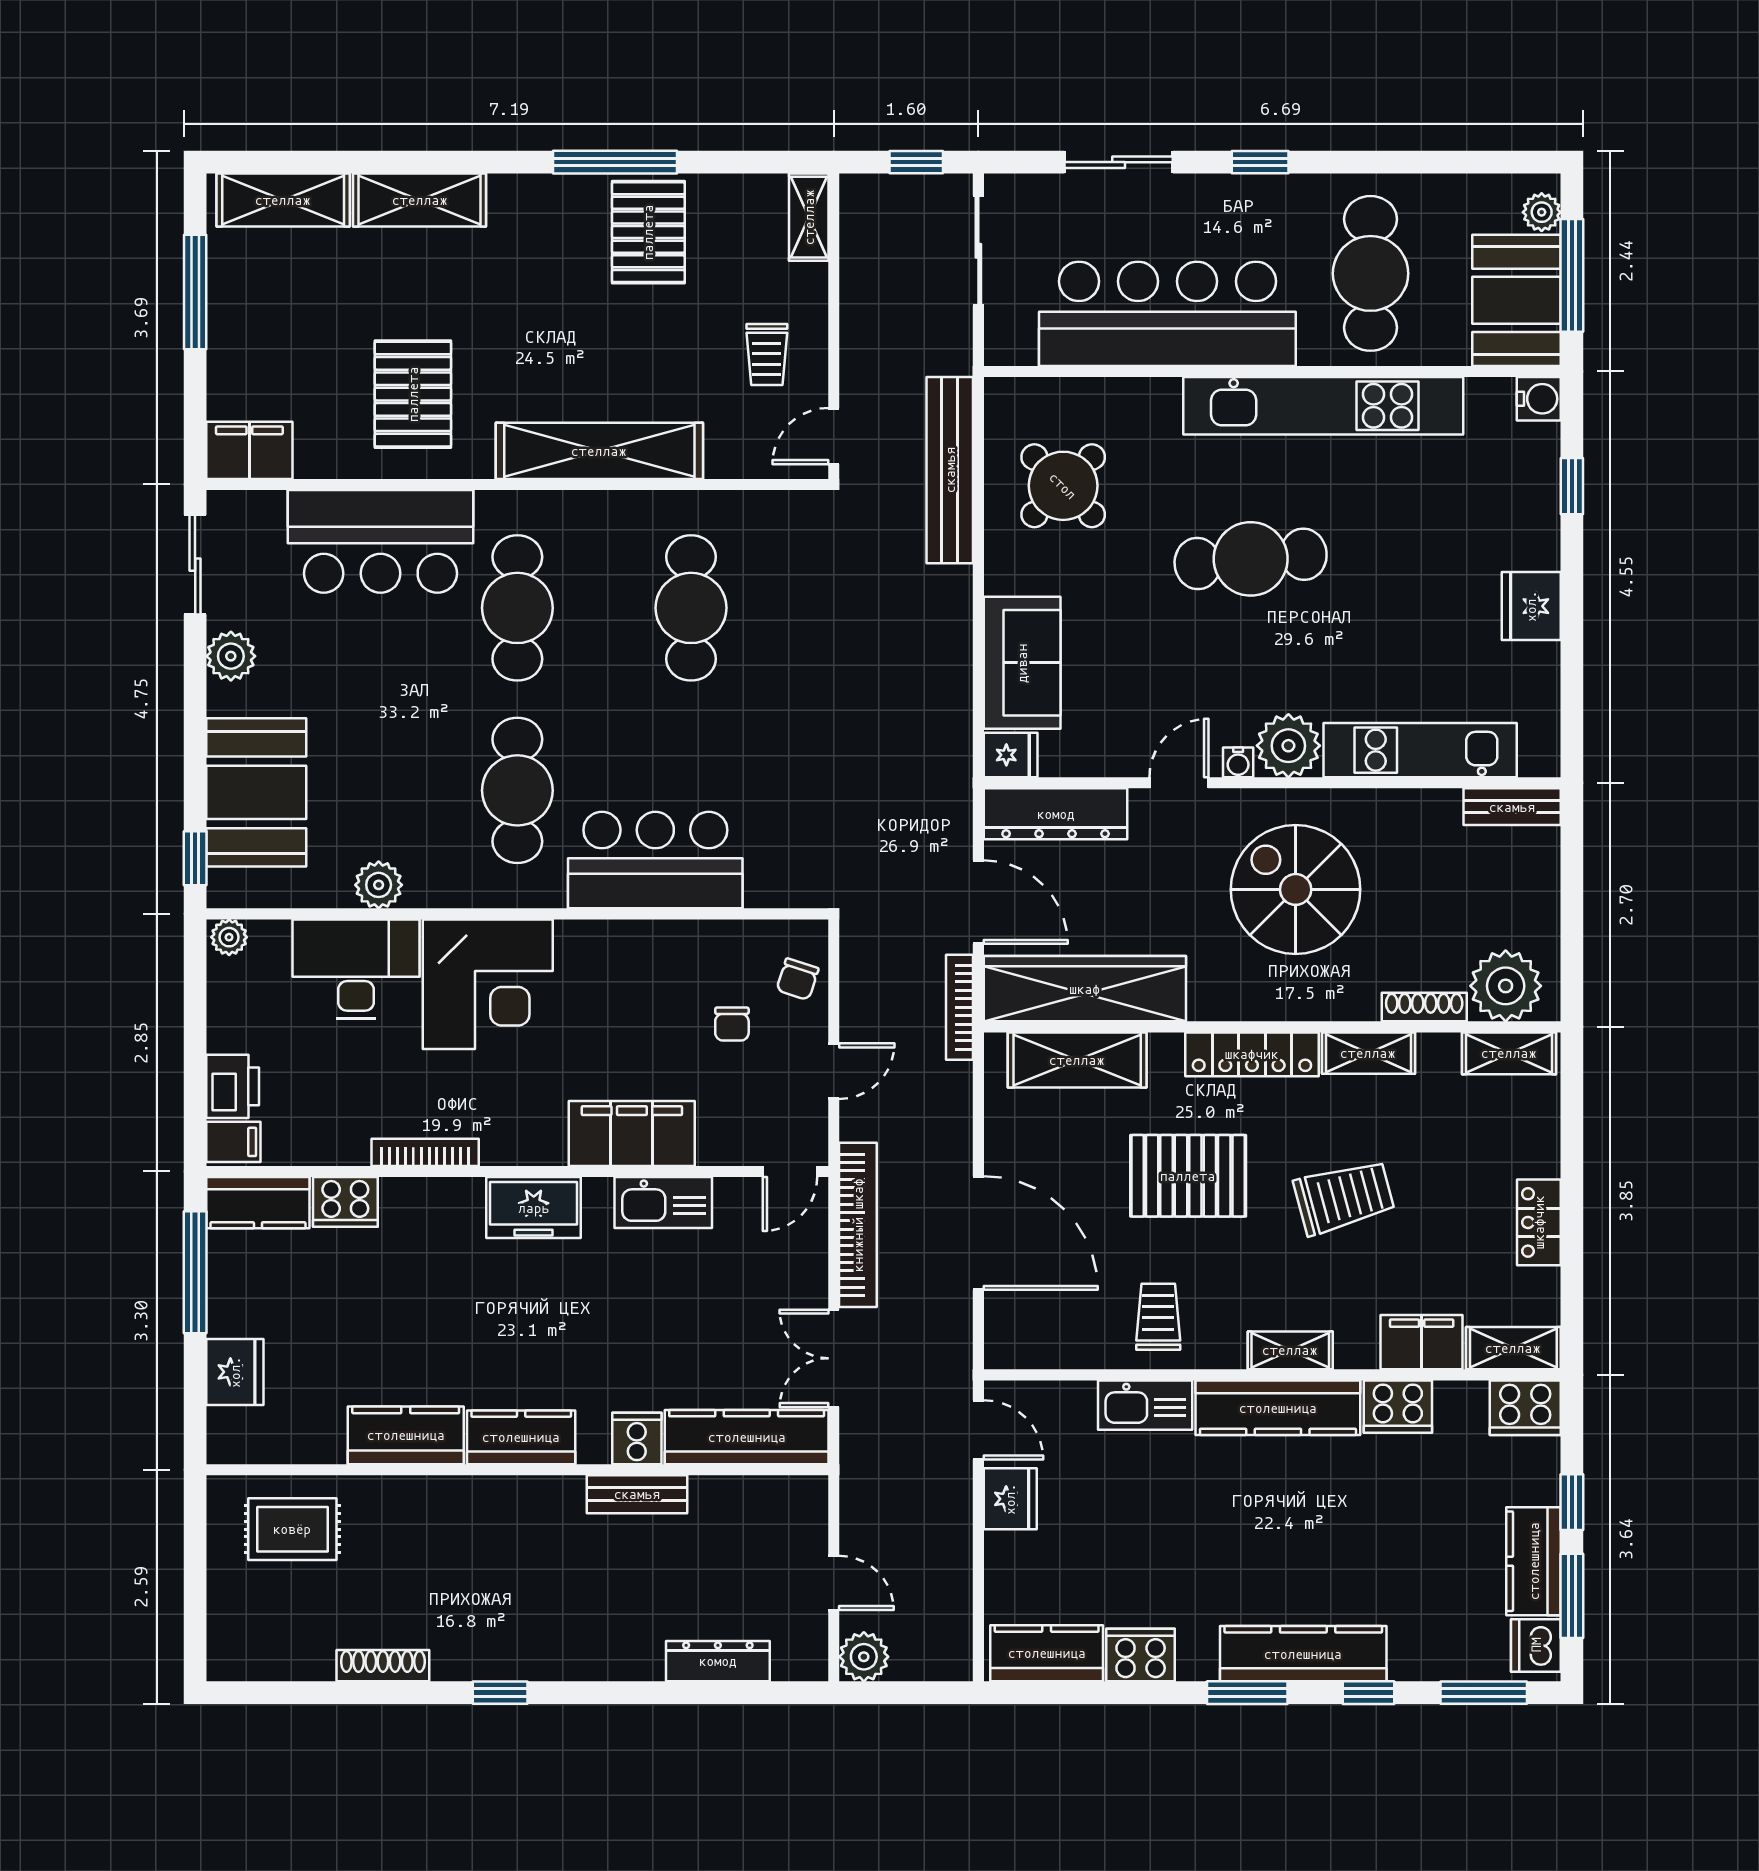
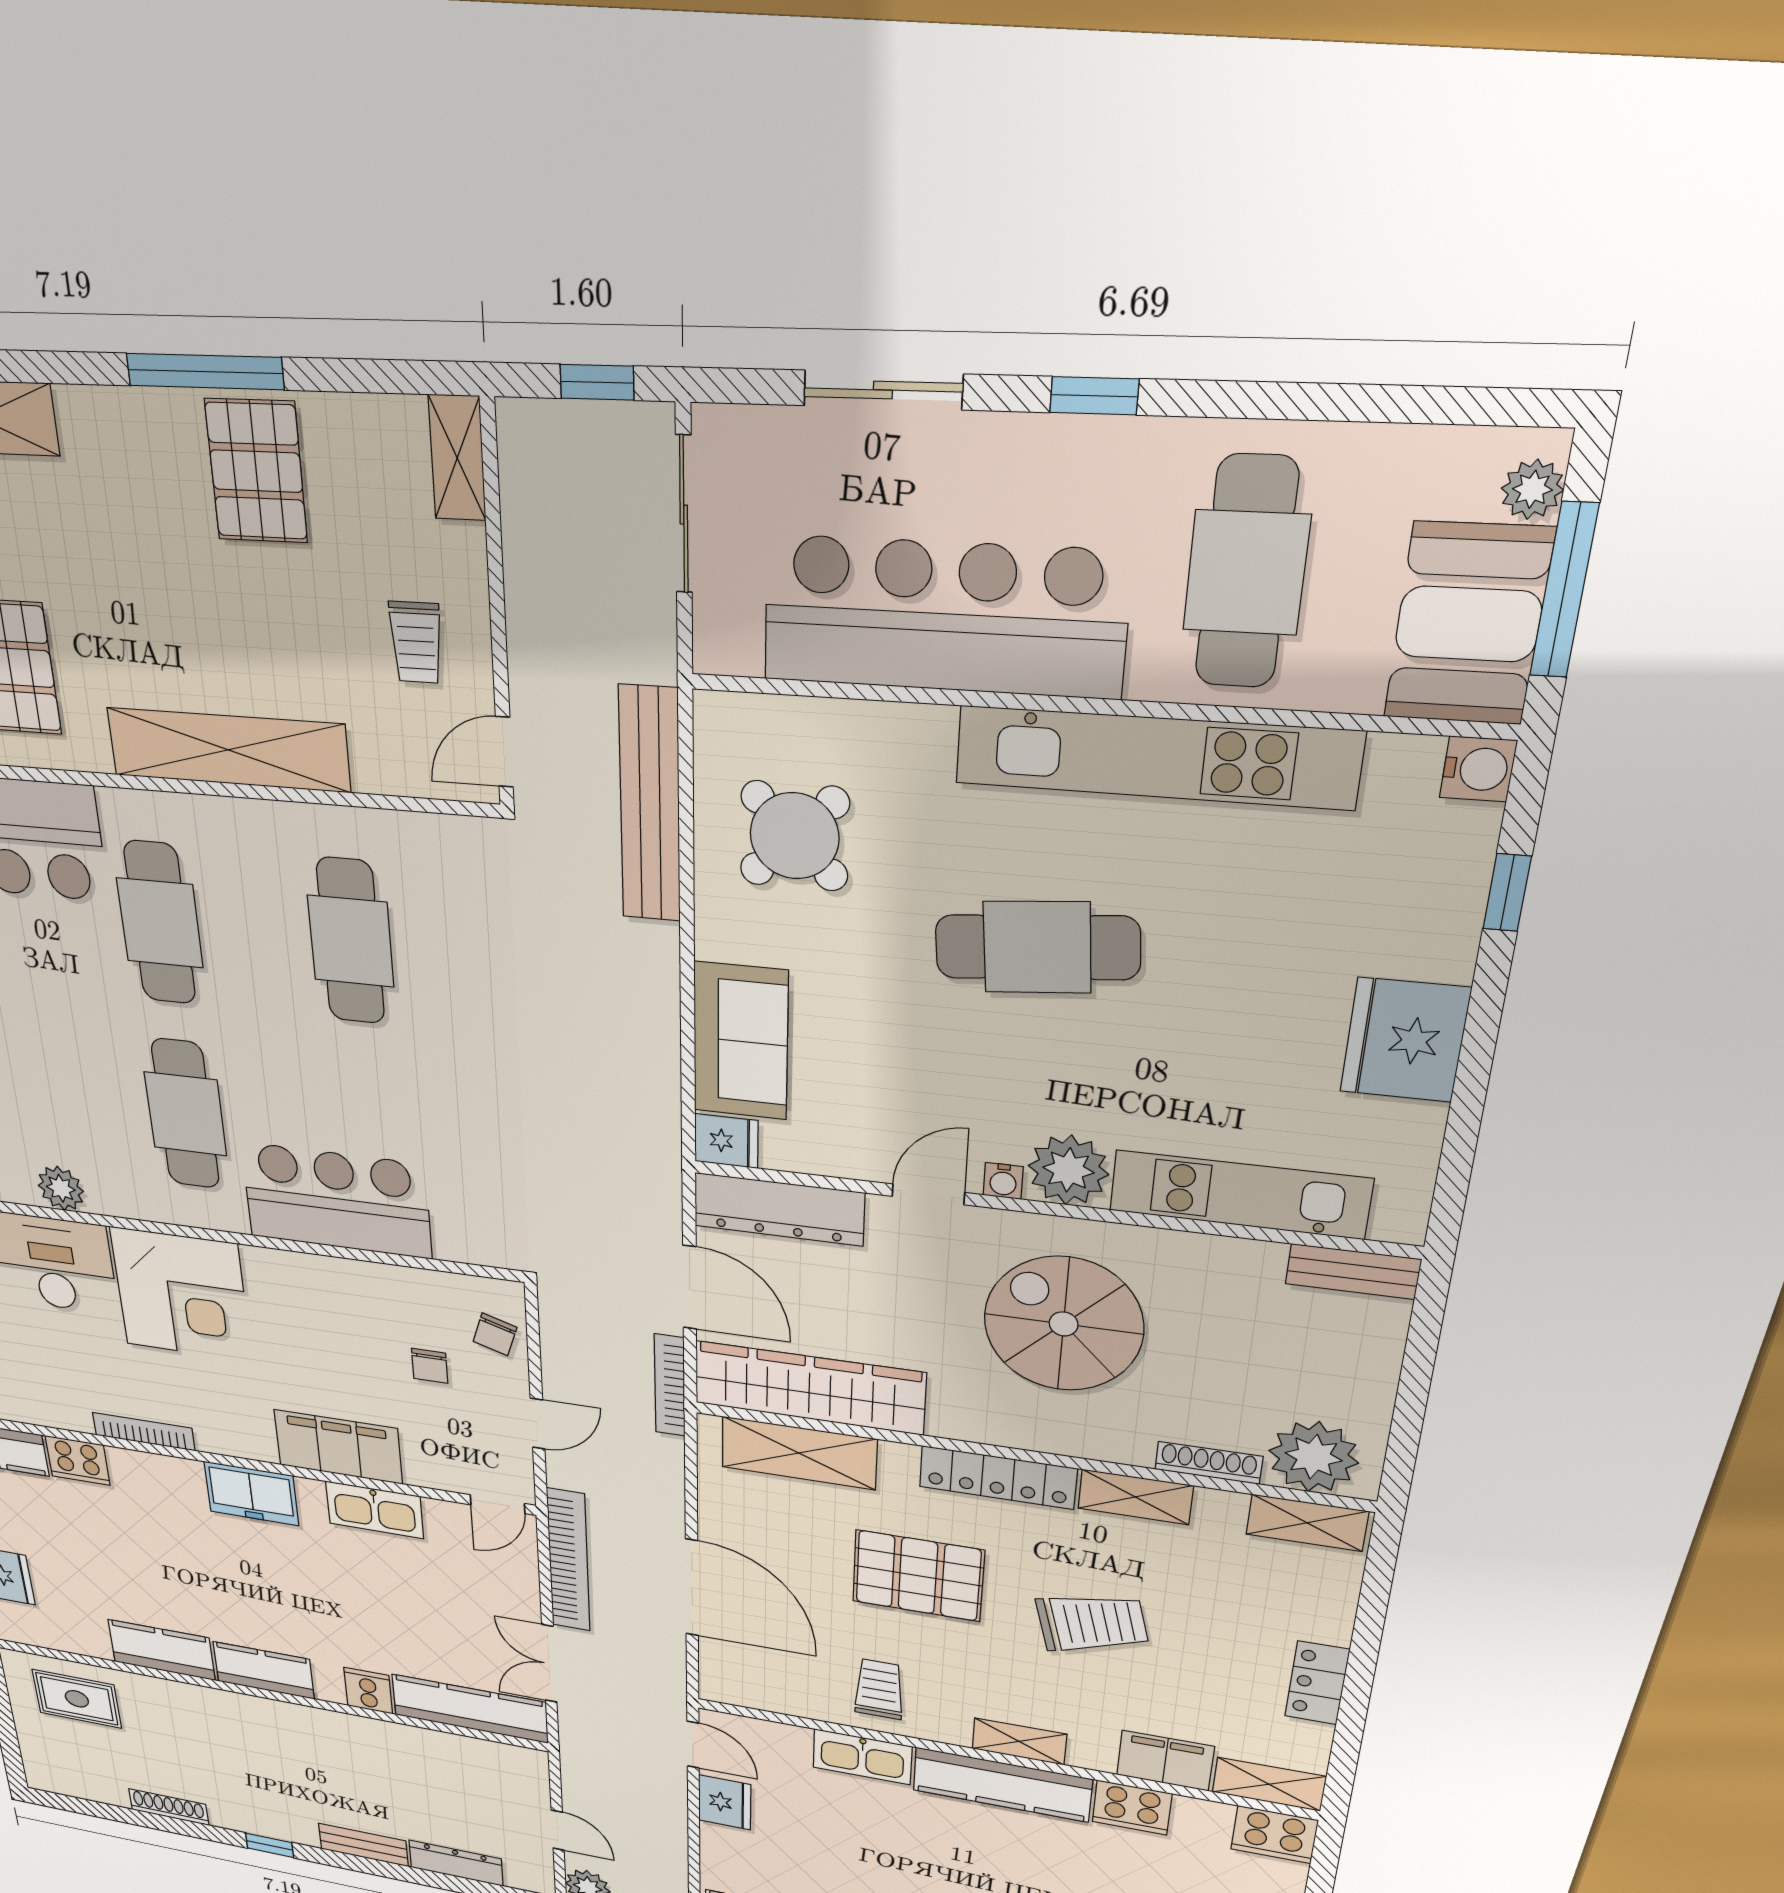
fridge: (1531, 606) -> (1405, 1040), width x1.36, depth x1.34
bench: (637, 1494) -> (363, 1845), moved

